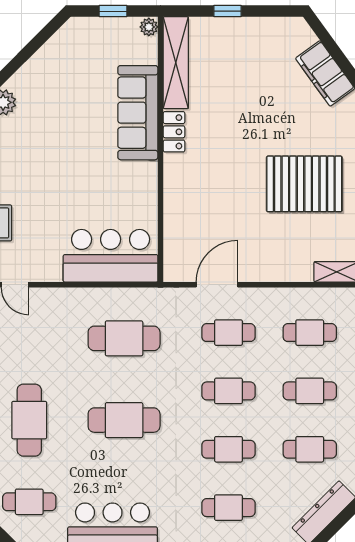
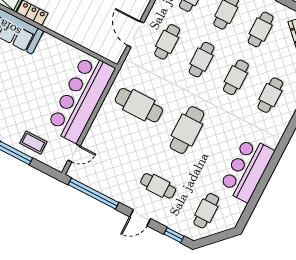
bar counter: (111, 256) -> (81, 98), width x1.36
cafe table: (124, 338) -> (139, 105), turned 90
cafe table: (29, 420) -> (158, 186), width x0.73, depth x0.74

